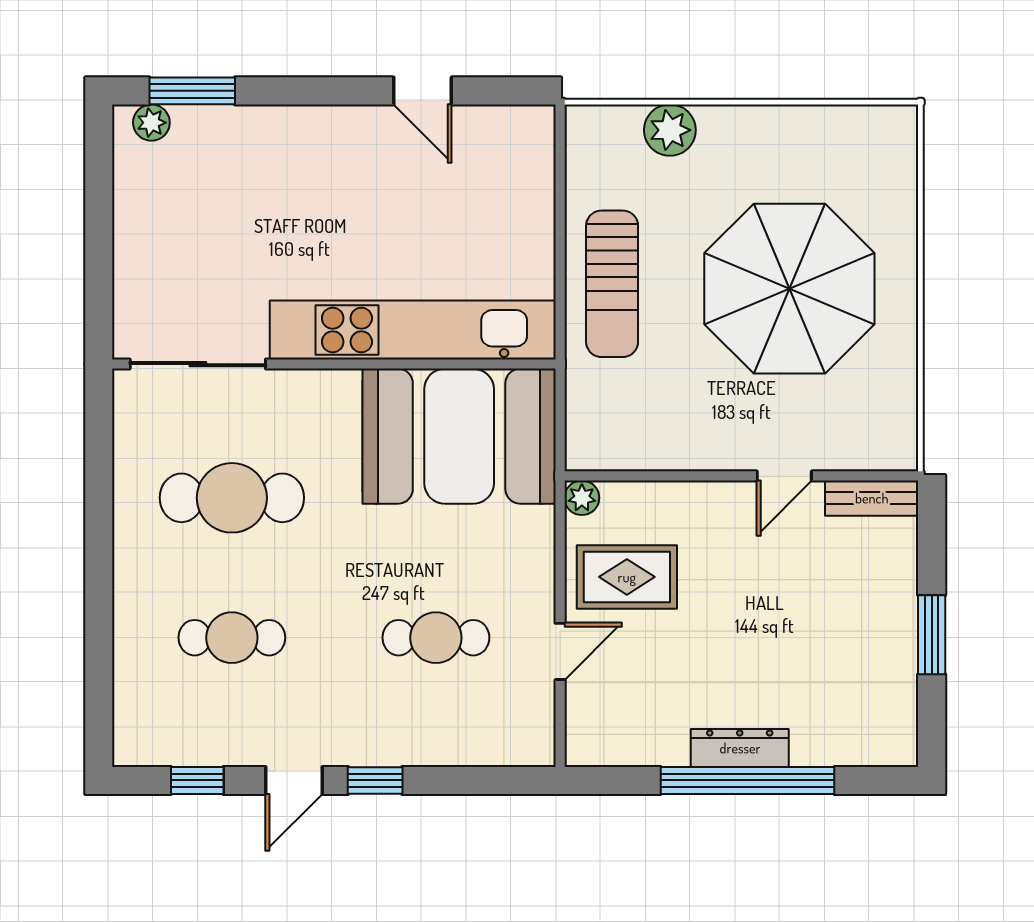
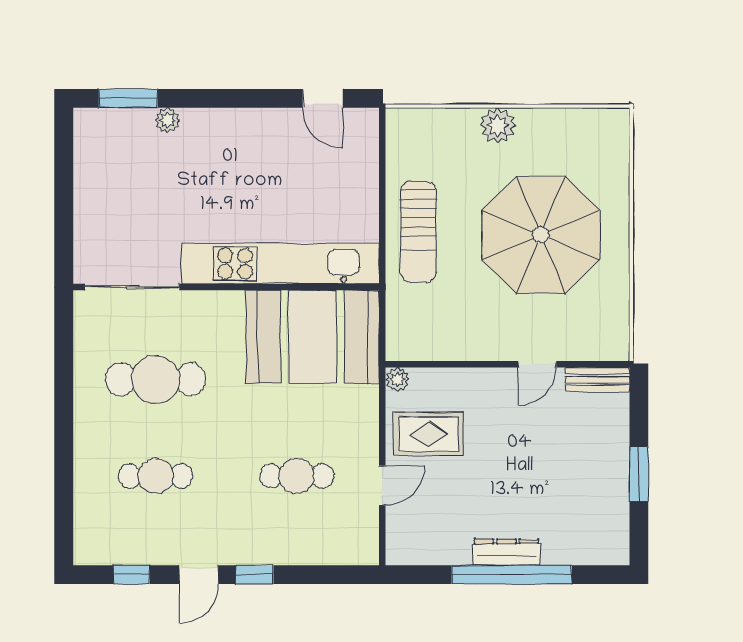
door: (423, 91) -> (323, 98), moved
plant: (151, 123) -> (168, 120), moved
plant: (670, 130) -> (498, 125), moved

